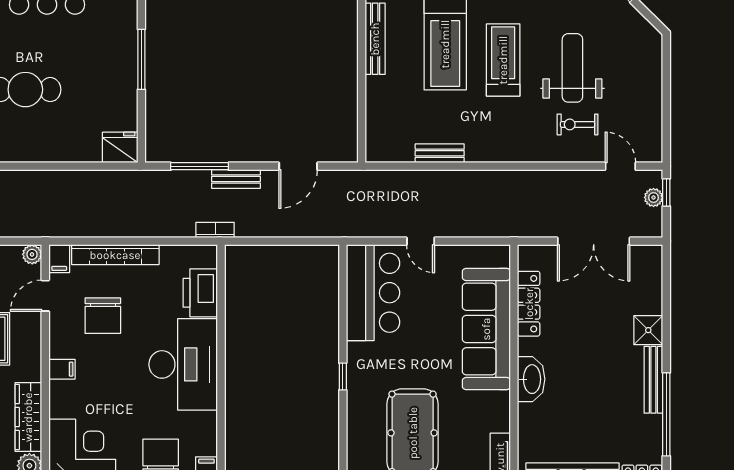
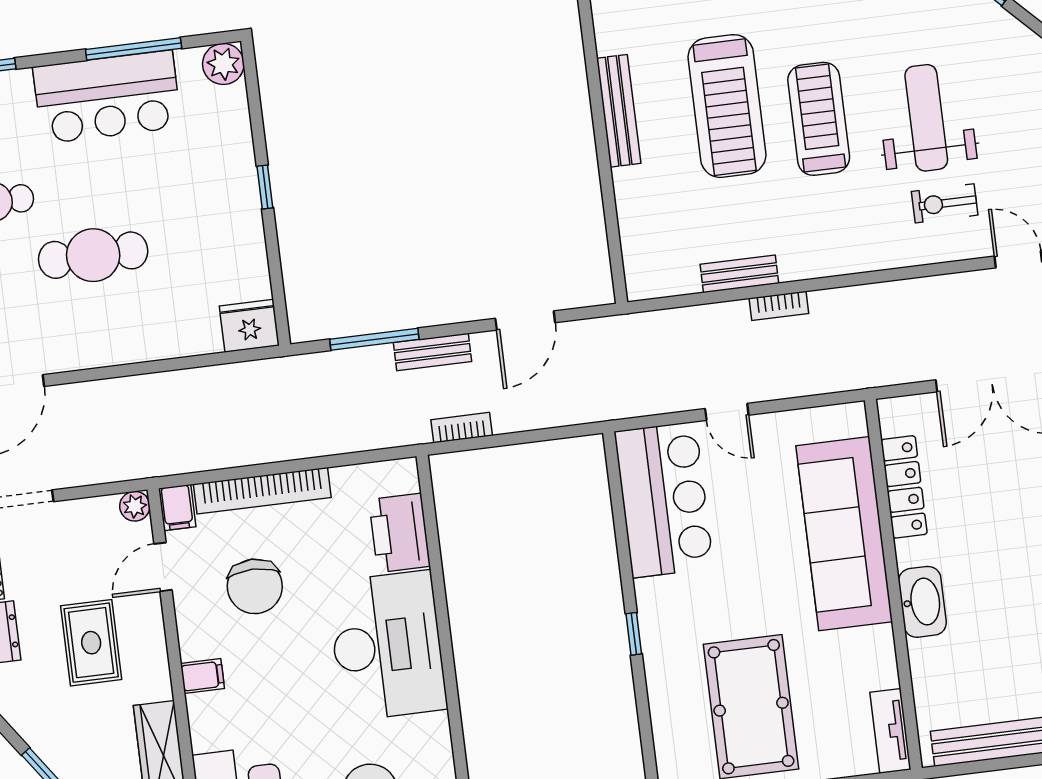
window: (141, 59) -> (265, 187), width x0.46
bookcase: (463, 177) -> (779, 306), added
bookcase: (215, 230) -> (462, 428), moved

